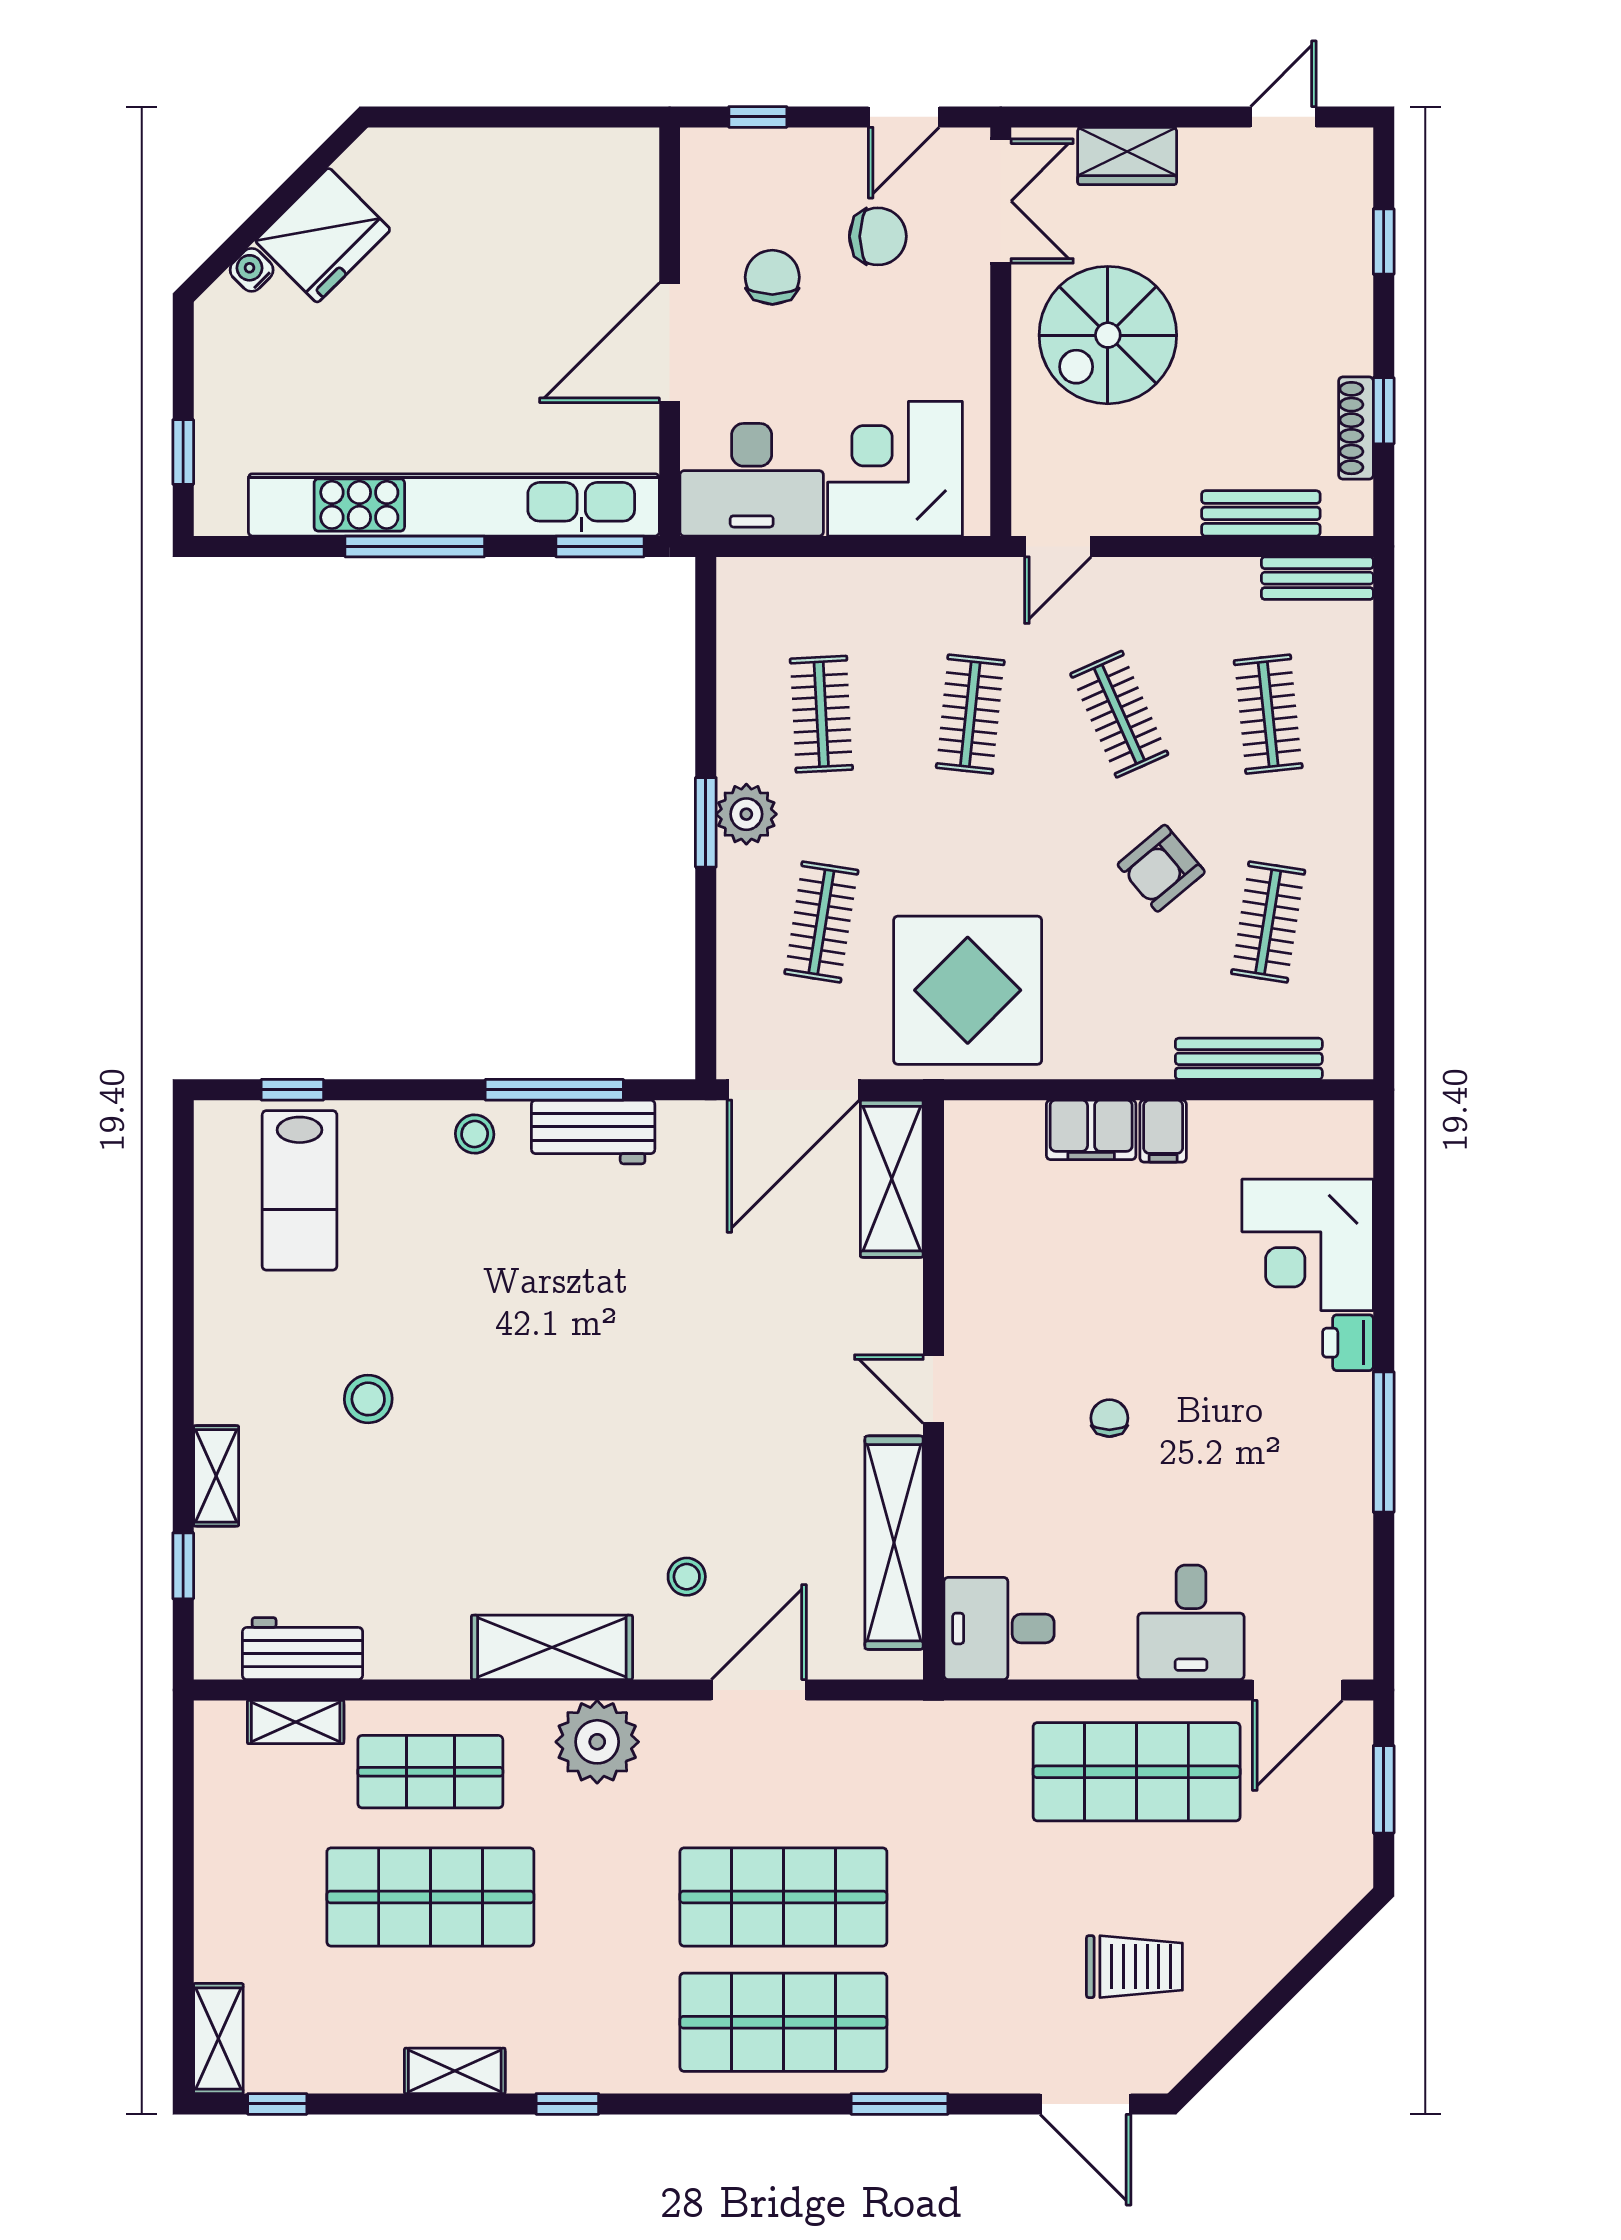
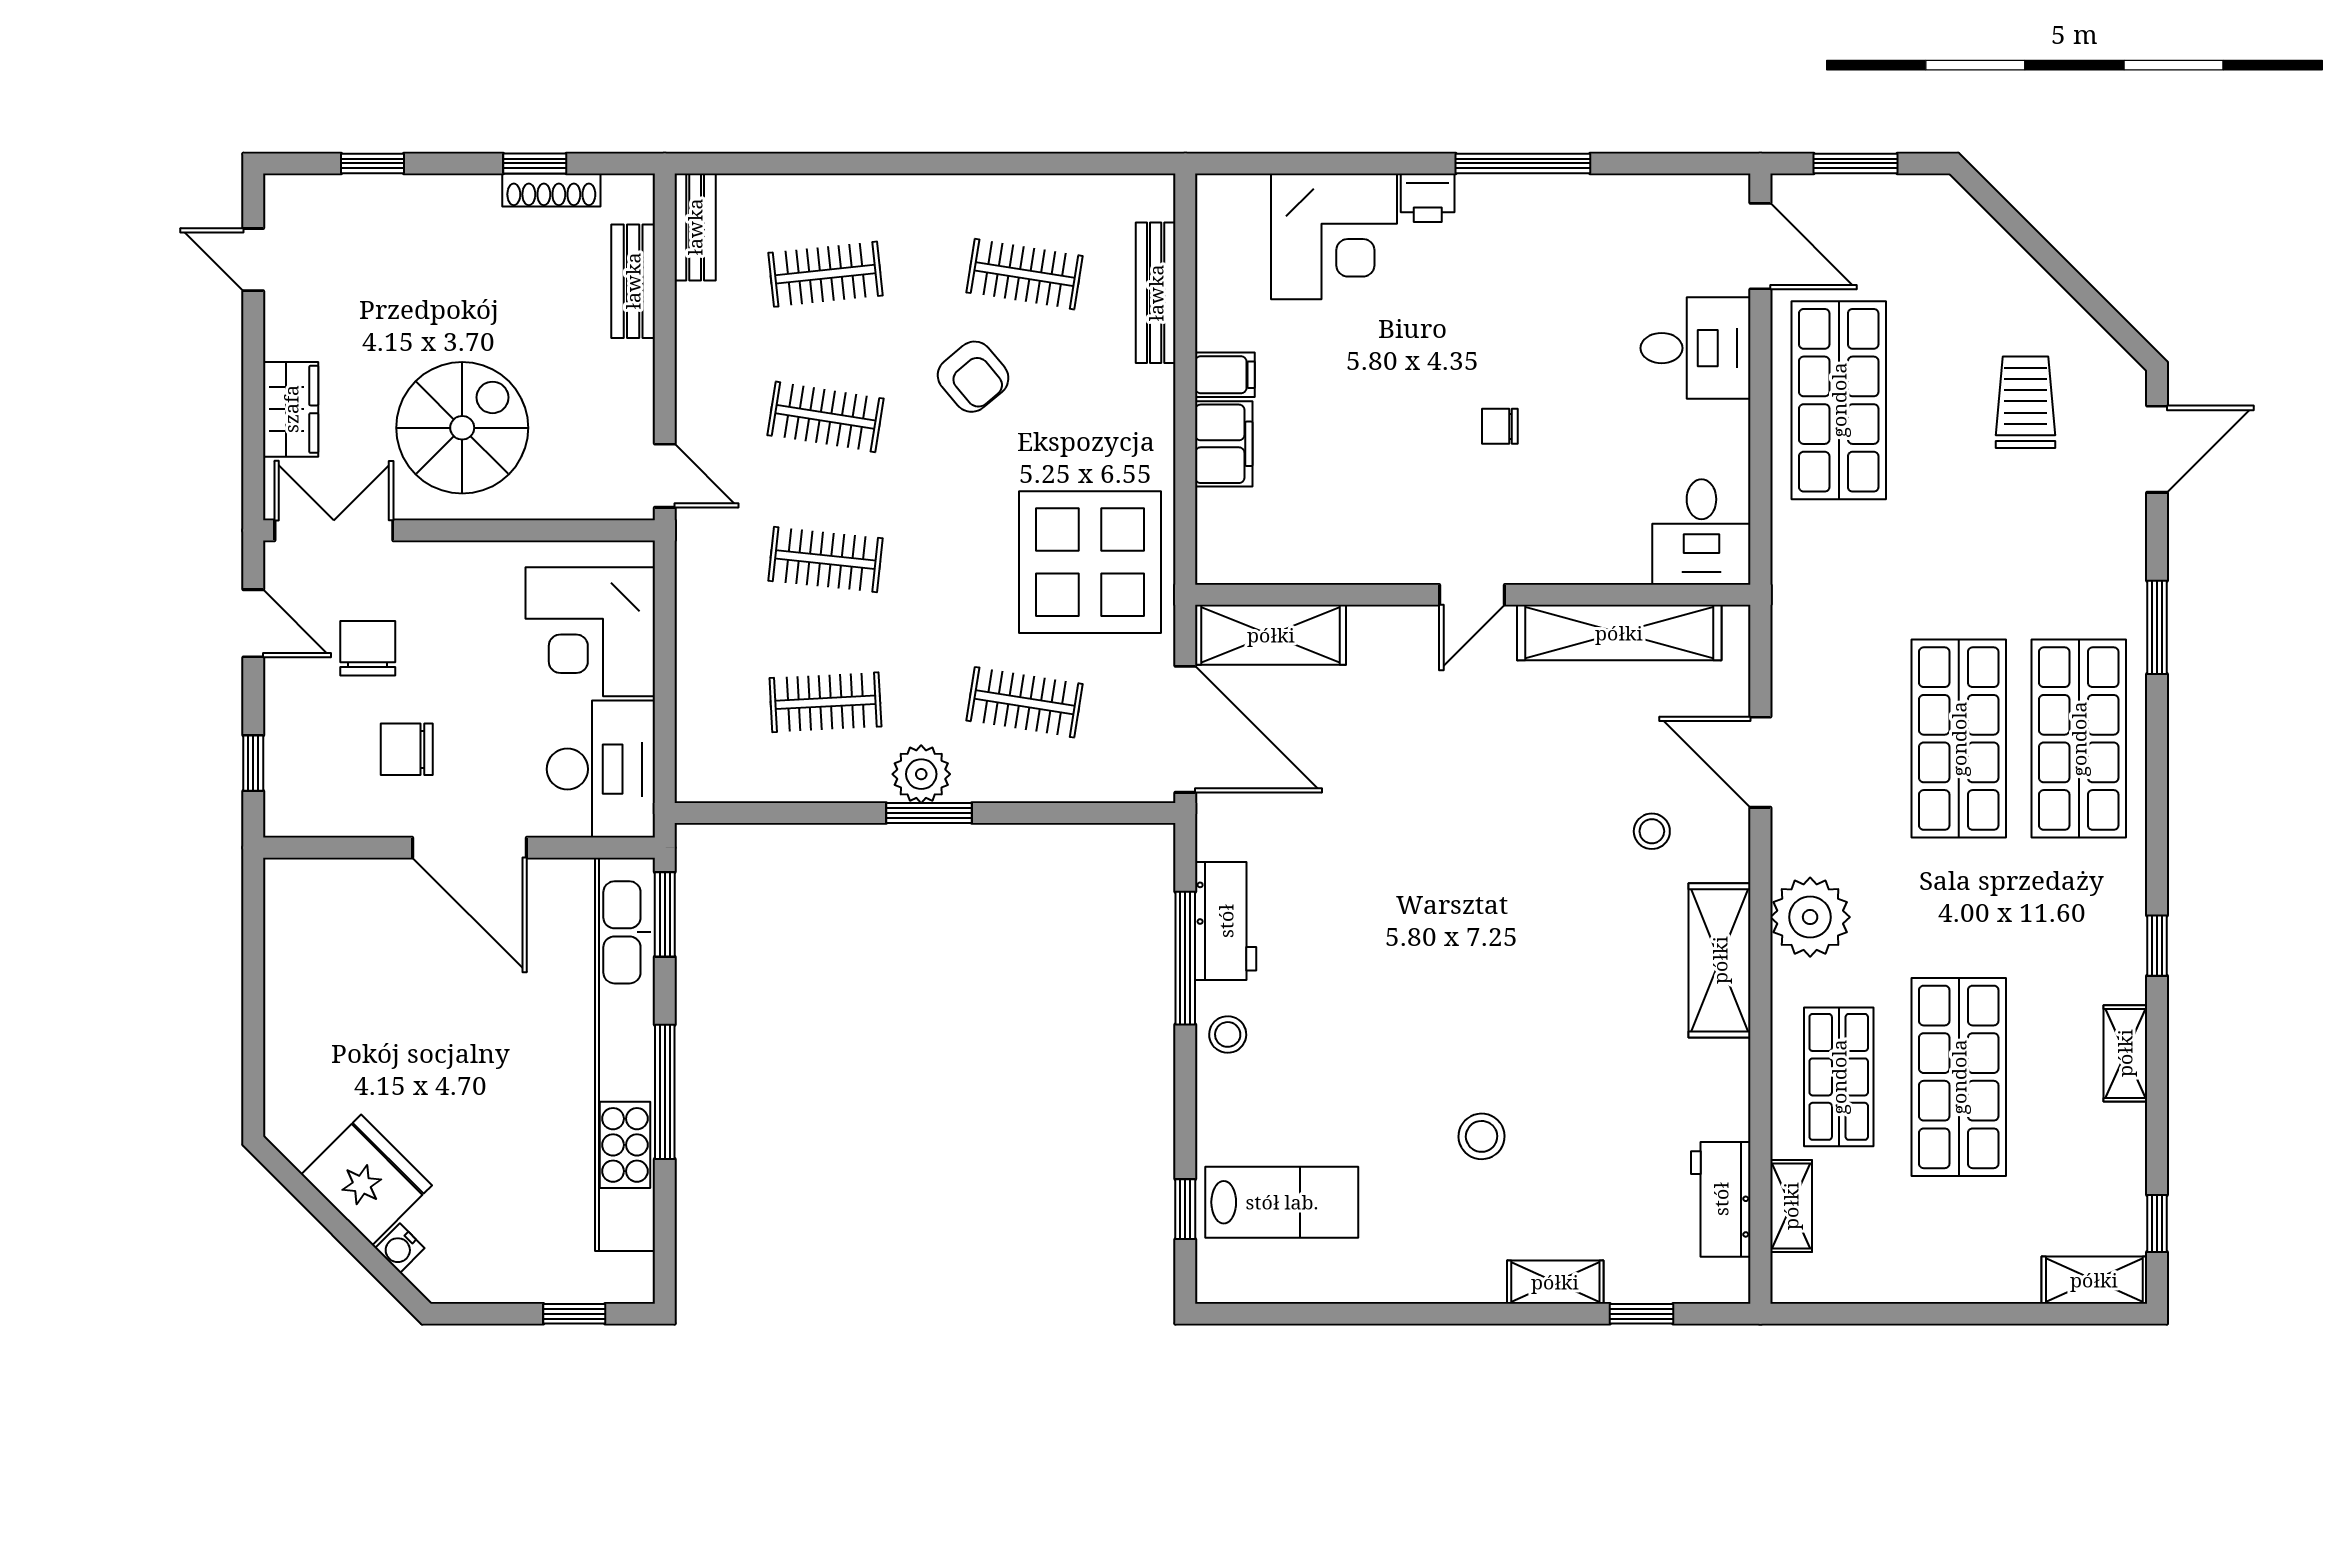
spiral stairs: (1108, 335) -> (462, 428), turned -90
clothes rail: (1119, 714) -> (825, 417), turned 33

